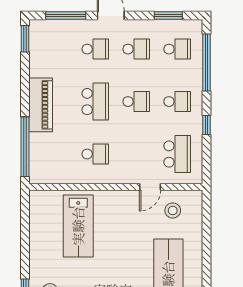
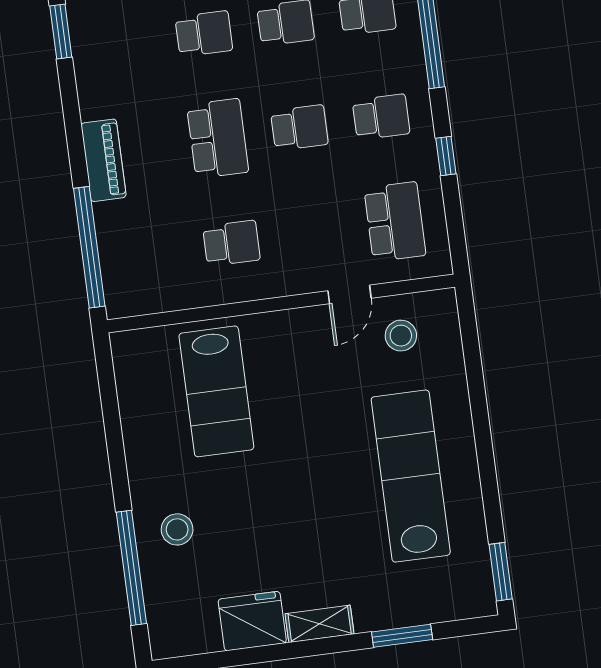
piano: (41, 105) -> (104, 160), width x0.73, depth x0.75

